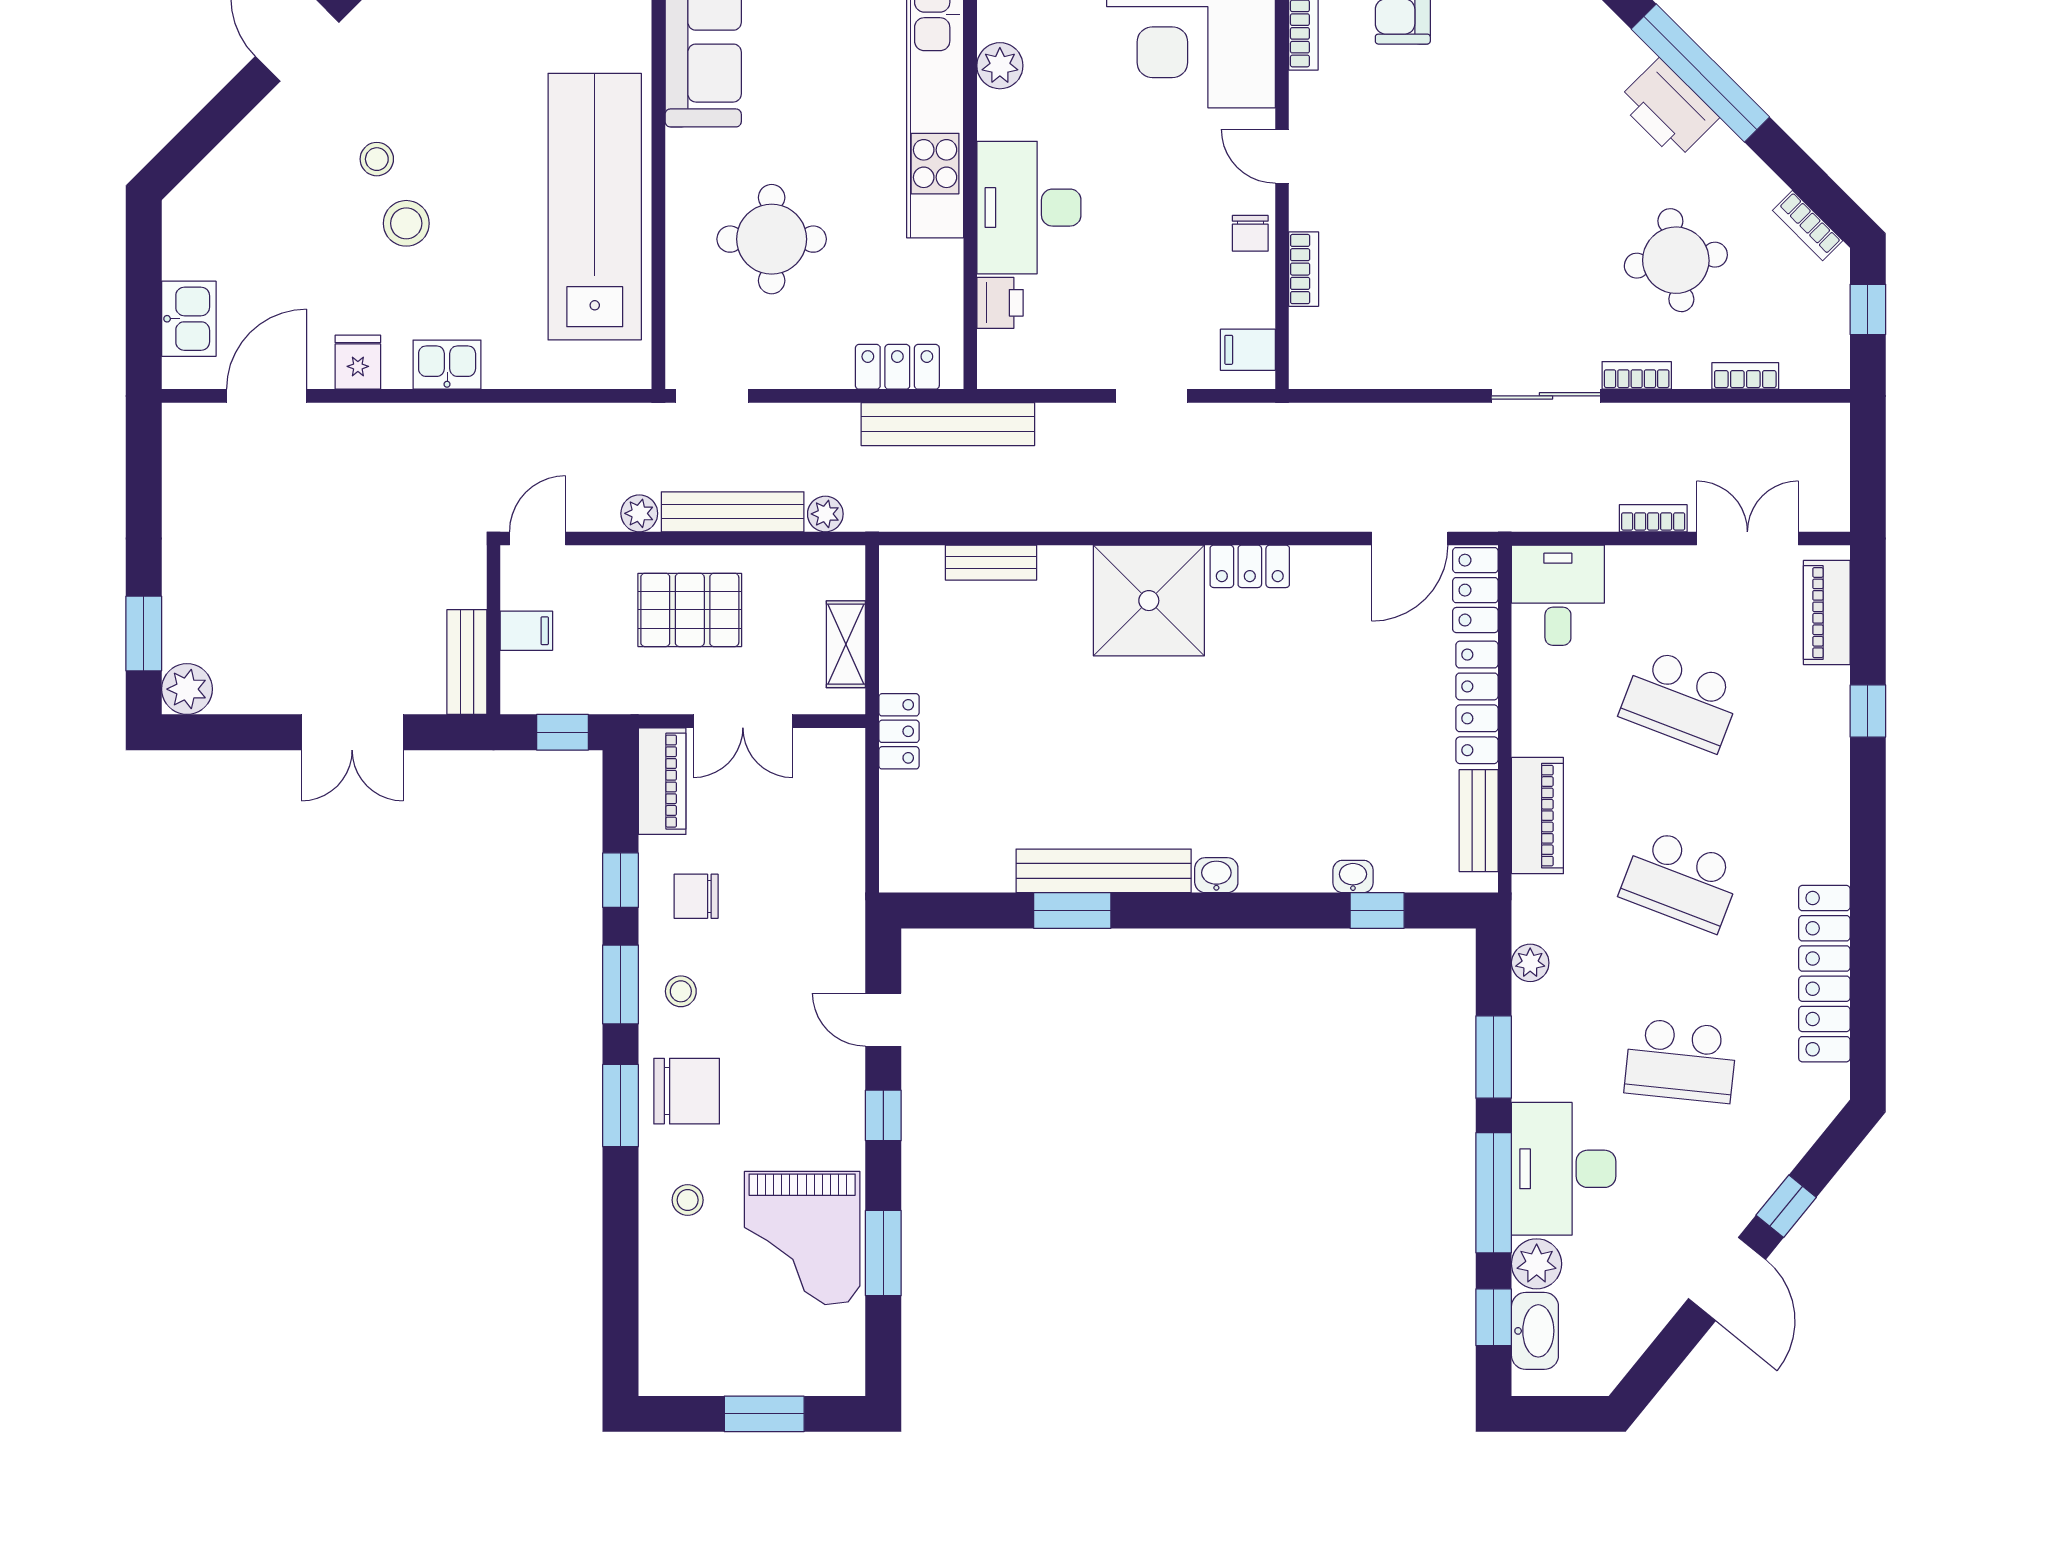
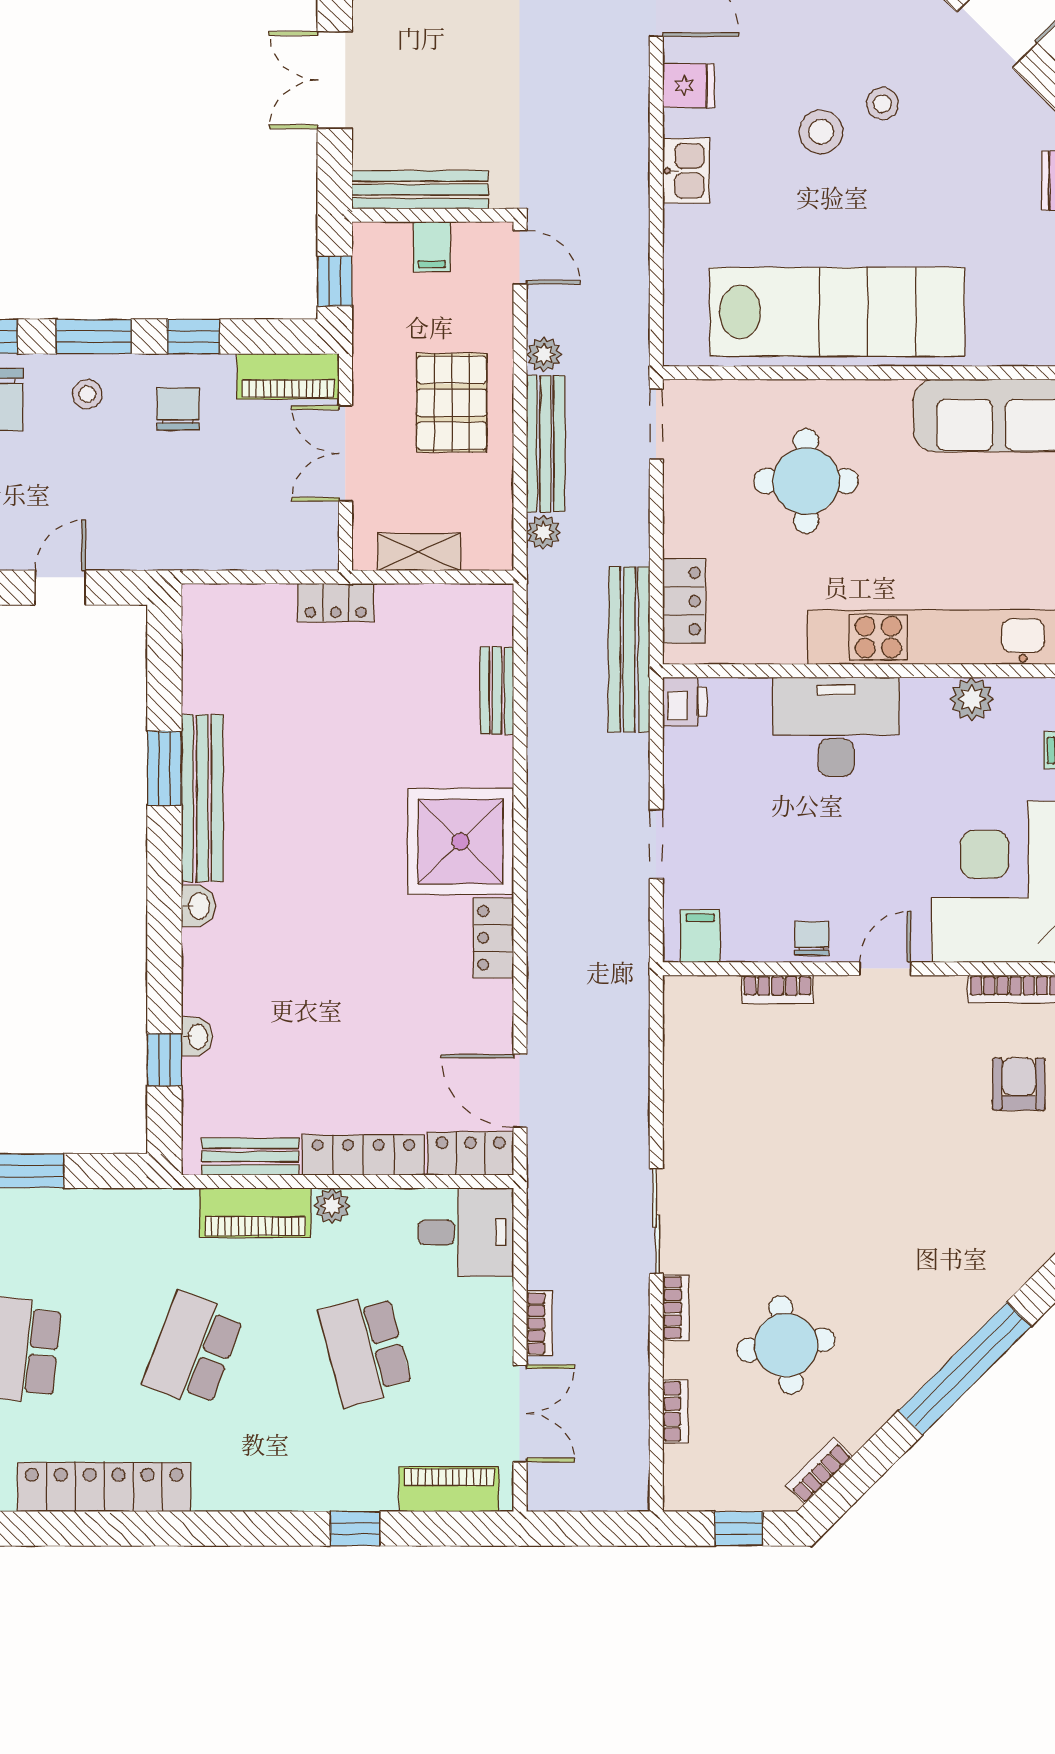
printer: (1668, 109) -> (930, 1337), removed
chair: (1250, 233) -> (812, 938), turned 90
printer: (1000, 303) -> (685, 702), moved, turned -90
bench: (467, 662) -> (420, 190), width x1.36
school desk: (1681, 700) -> (365, 1350), turned -36
plant: (1530, 963) -> (332, 1206), moved

